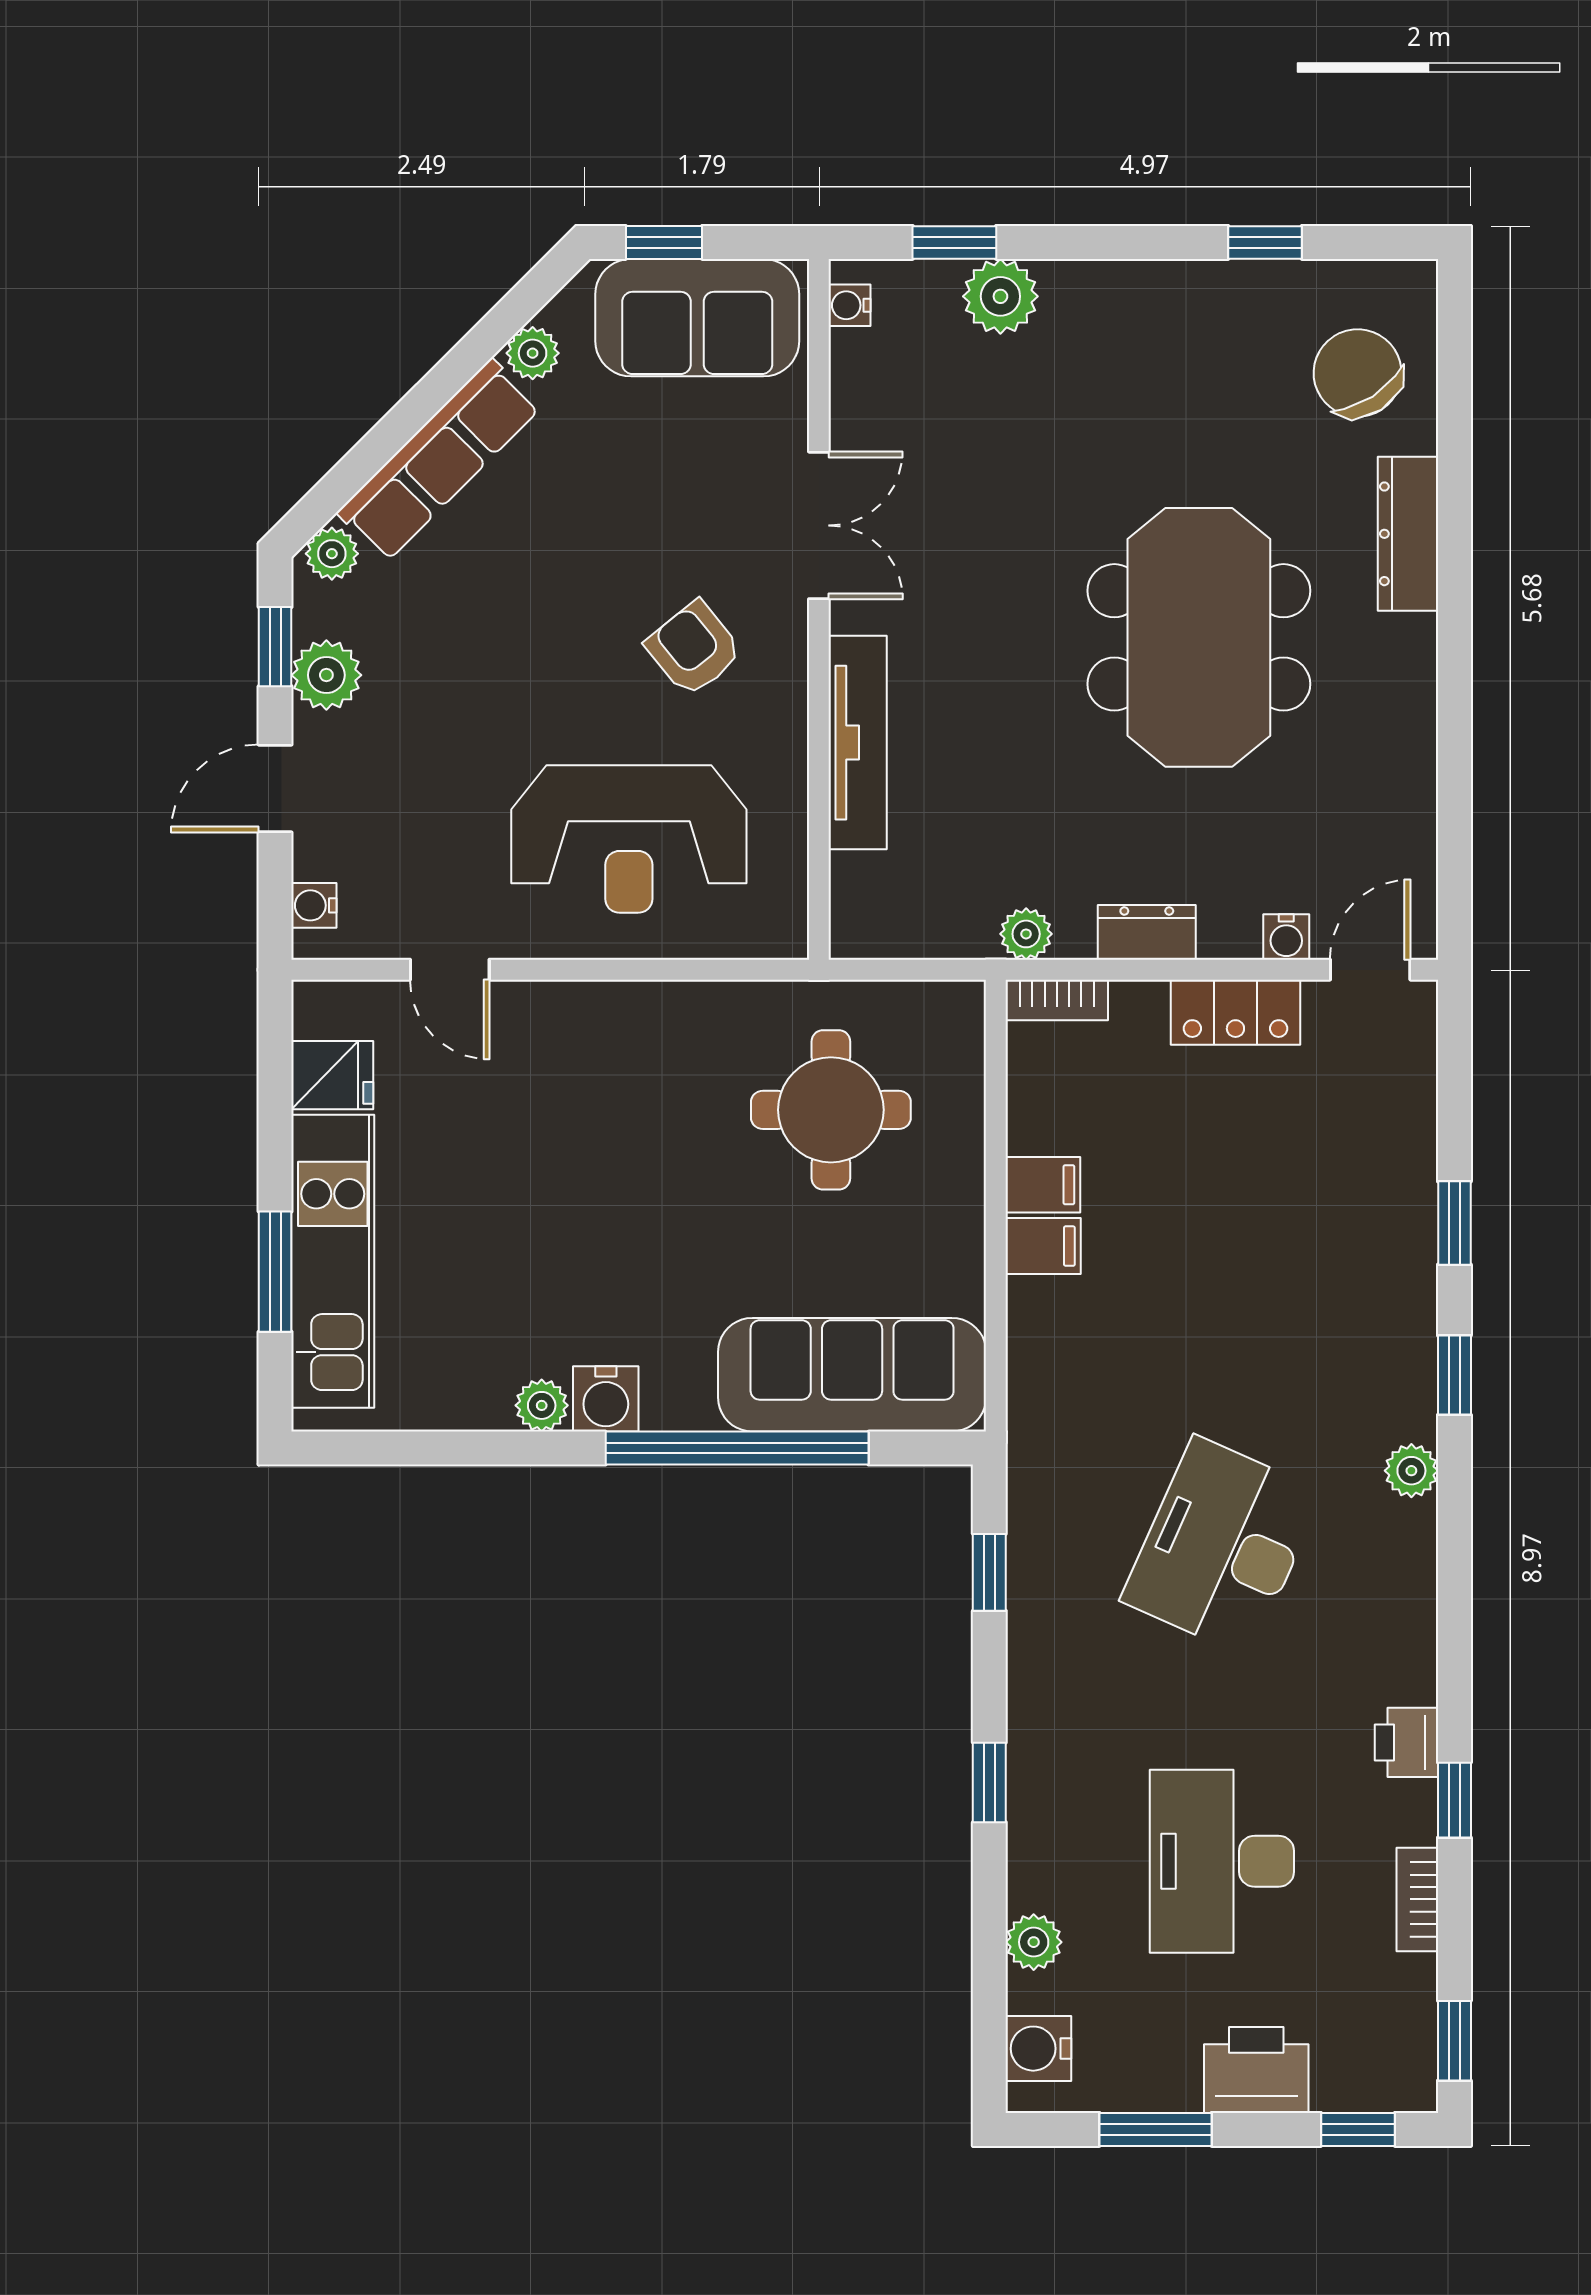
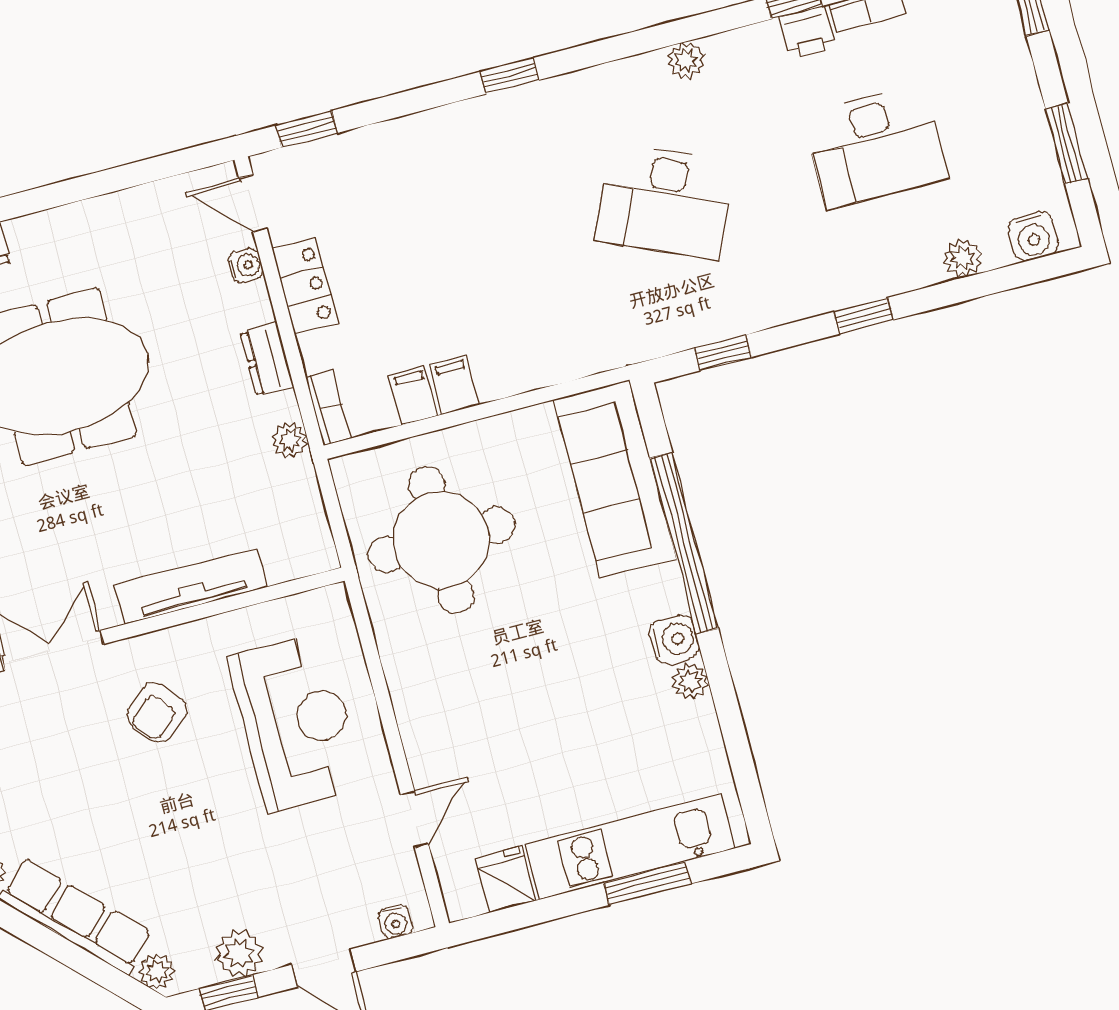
round table: (831, 1110) -> (441, 540), width x1.36, depth x1.36
window: (1454, 1223) -> (307, 129), moved
filing cabinet: (1043, 1246) -> (413, 395), moved
plant: (1411, 1471) -> (686, 60), moved
printer: (1406, 1742) -> (807, 32), moved
printer: (1256, 2070) -> (1009, 87), removed

